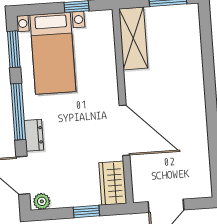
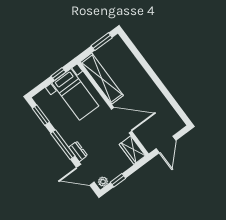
shelving: (133, 38) -> (102, 79), width x1.47
bed with nightstands: (53, 53) -> (75, 94), moved
window: (86, 212) -> (118, 180), moved

